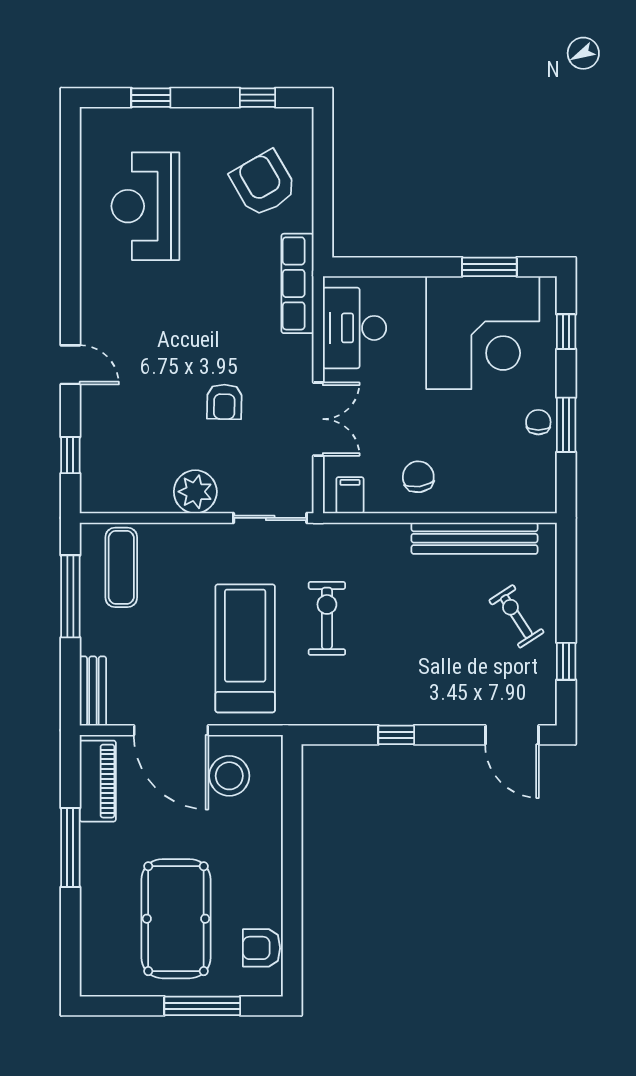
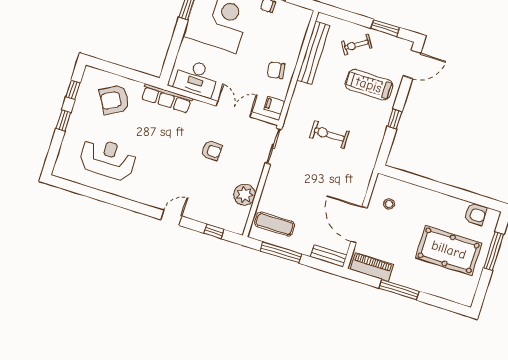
window: (151, 98) -> (63, 120), moved
reception desk: (145, 206) -> (108, 159), turned 180
plant: (195, 492) -> (245, 195), moved
treadmill: (245, 648) -> (369, 85), moved, width x0.73, depth x0.73
window: (566, 661) -> (385, 28), width x1.50
door: (171, 730) -> (359, 225), swing flipped
stool: (229, 776) -> (389, 204), width x0.53, depth x0.53
armchair: (261, 948) -> (475, 214), turned -90

